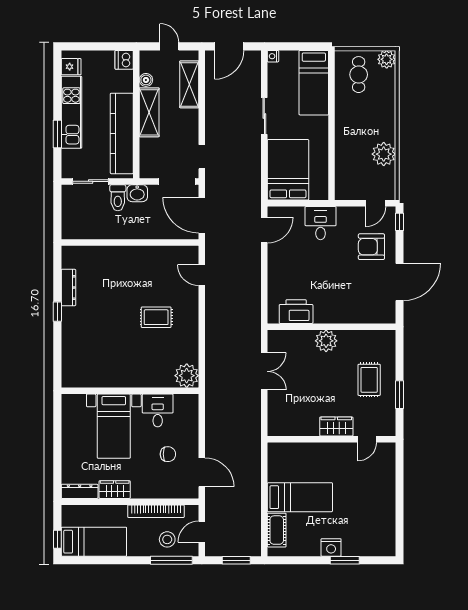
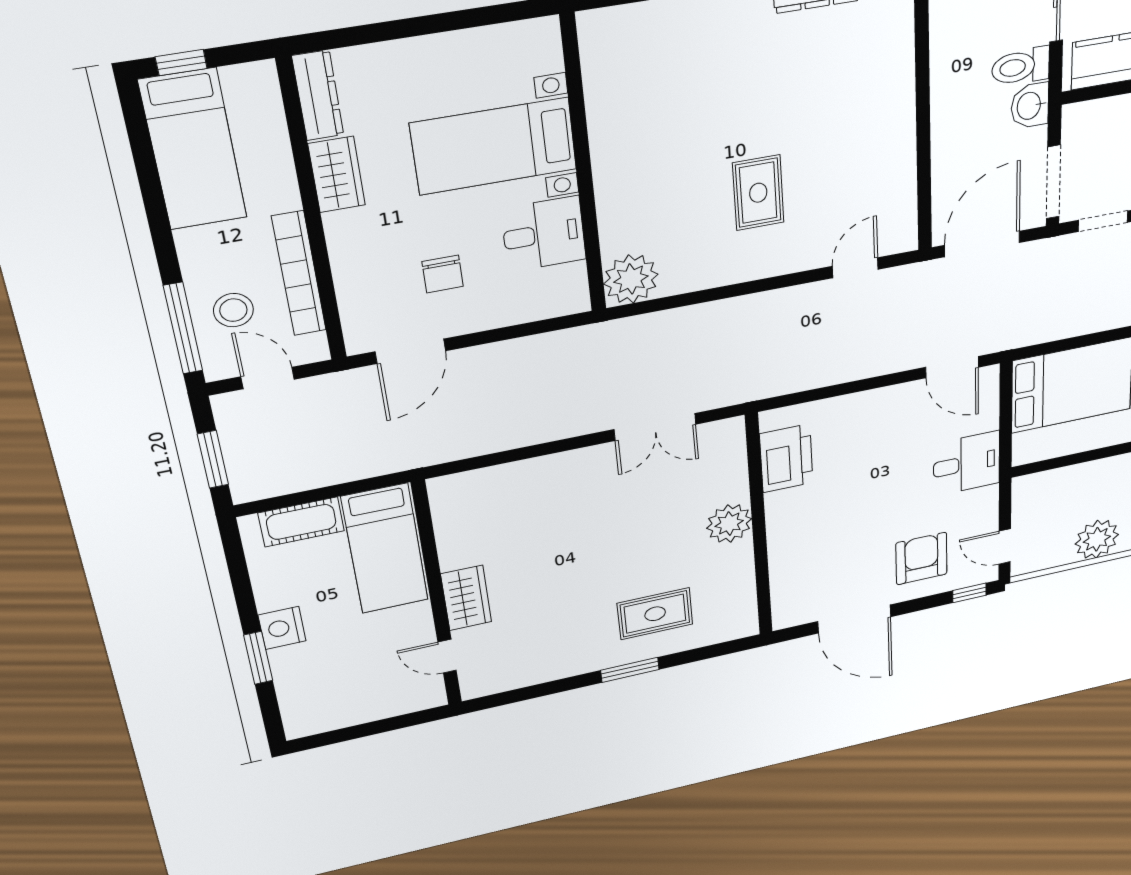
wardrobe: (336, 426) -> (466, 598), moved
wall: (331, 439) -> (437, 596), moved
door: (367, 439) -> (447, 656), moved

